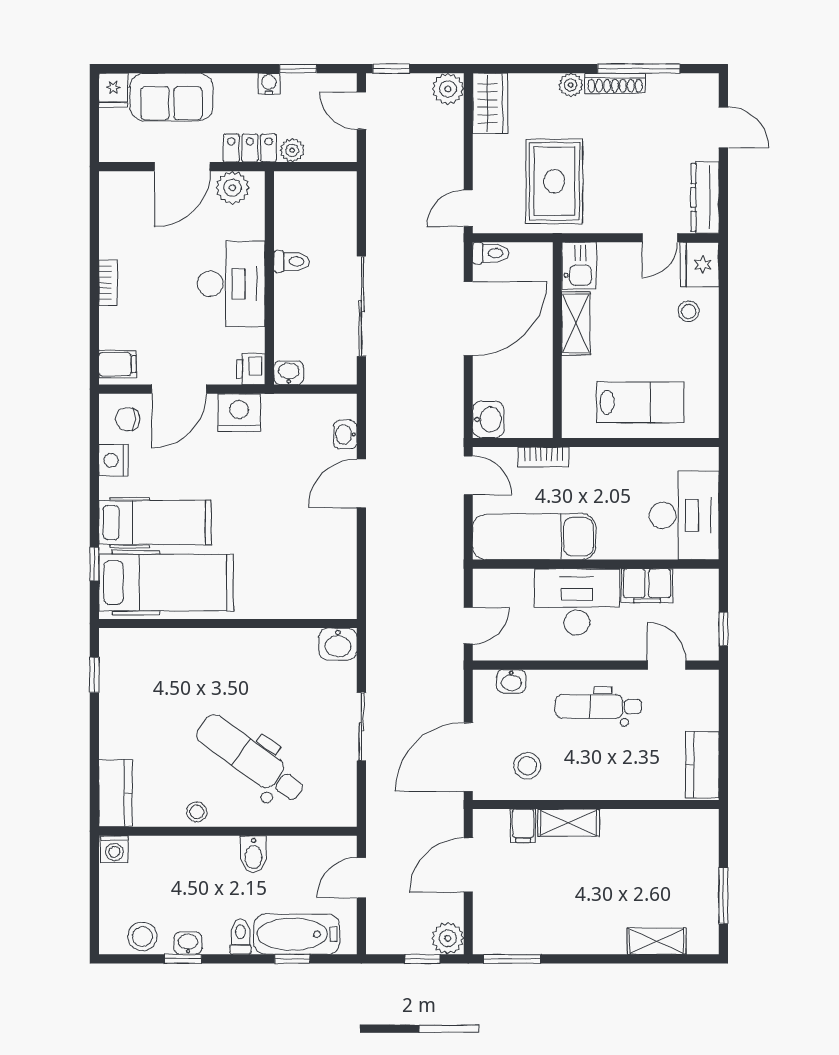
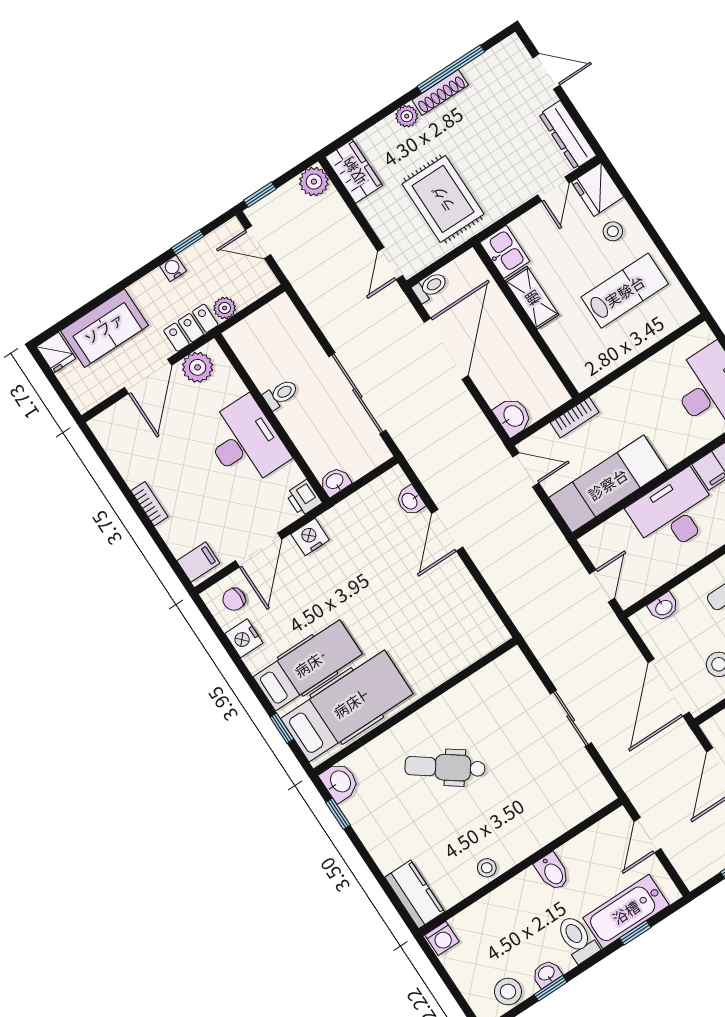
lab bench: (640, 402) -> (625, 291), moved
nightstand: (239, 413) -> (310, 537), width x0.74, depth x0.75
washbasin: (338, 644) -> (340, 782), moved, turned -90
dental chair: (251, 759) -> (445, 767), moved, width x0.73, depth x0.72
toilet: (240, 937) -> (577, 939), width x1.37, depth x1.39

